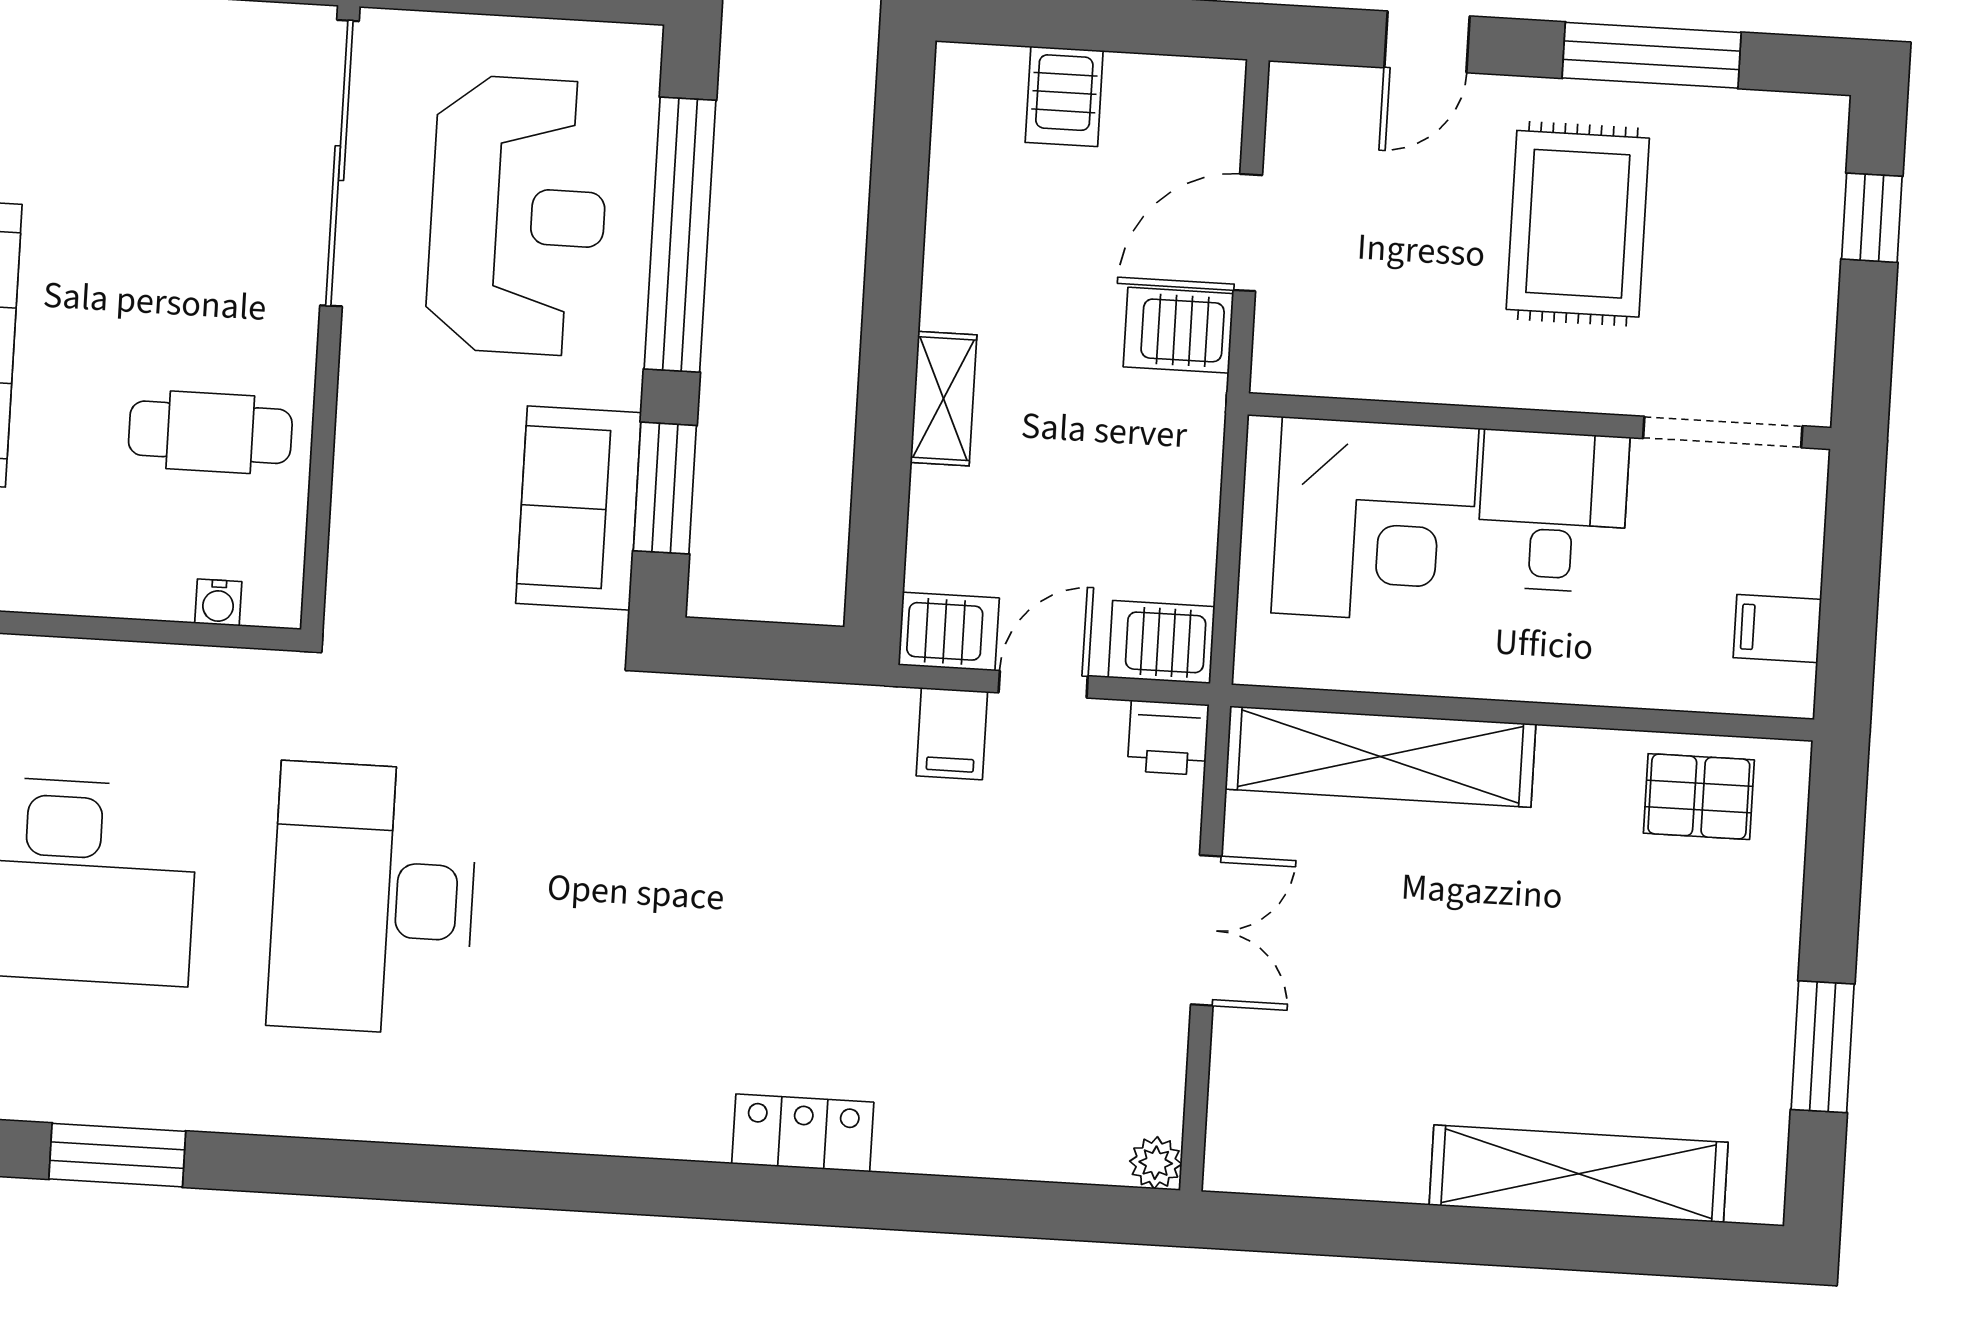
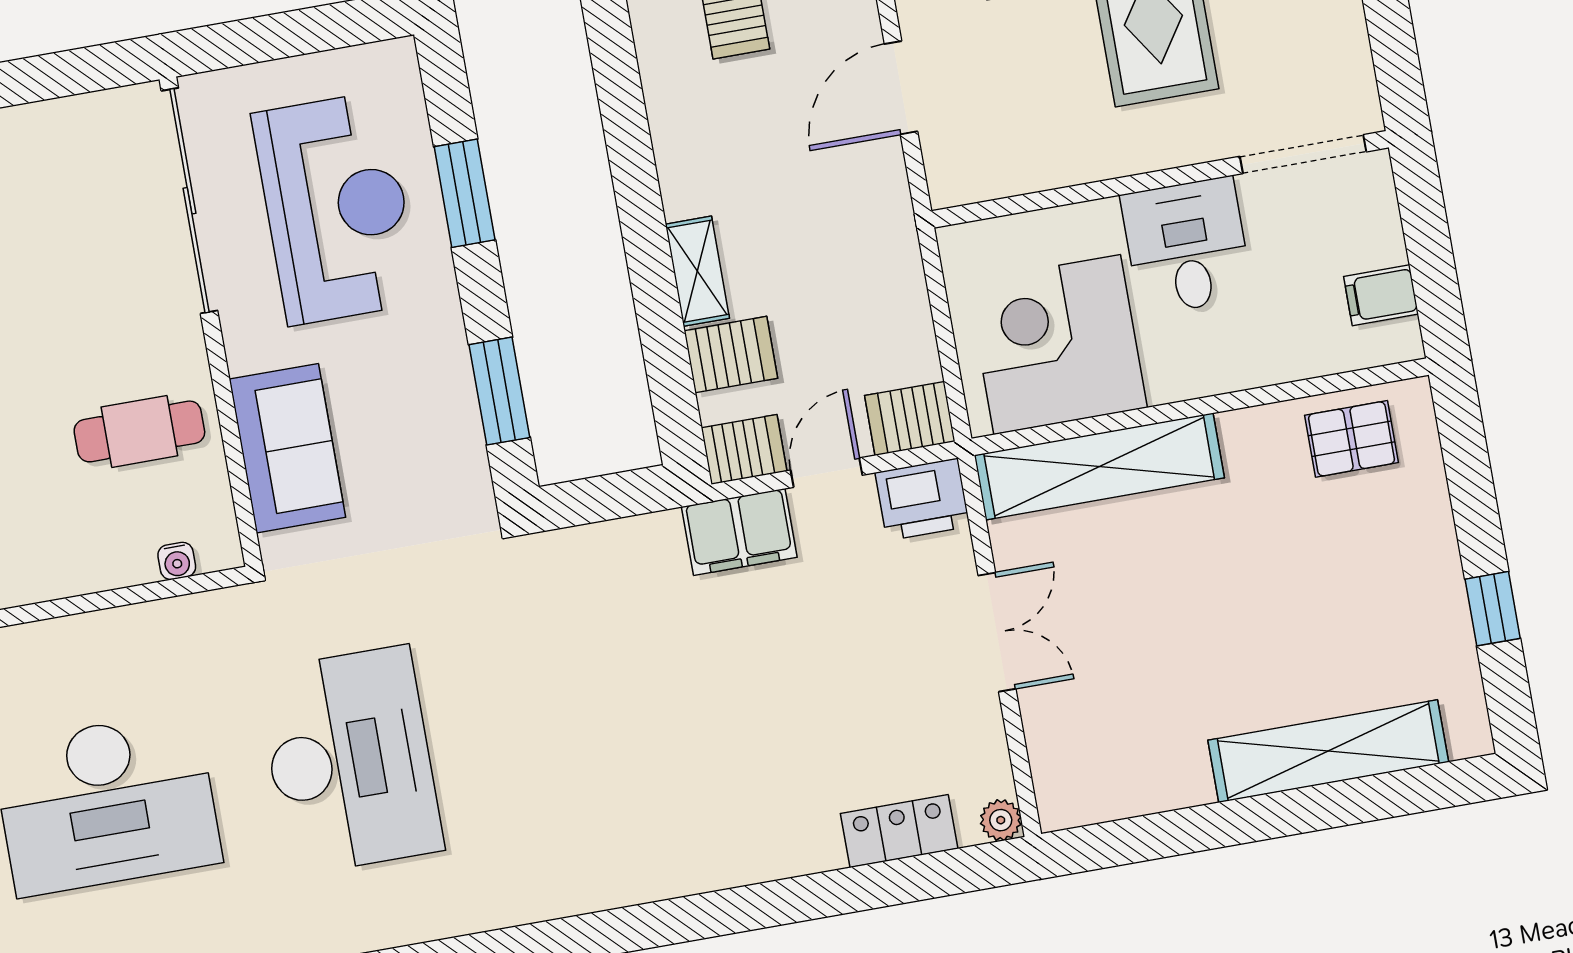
window: (680, 235) -> (465, 193), width x0.47
server rack: (1178, 330) -> (731, 355), moved, turned 180
sofa: (579, 508) -> (287, 448), moved, turned 180
corner desk: (1375, 520) -> (1057, 345), moved, turned 180
filing cabinet: (952, 734) -> (739, 532), width x2.00
printer: (1168, 738) -> (922, 499), width x1.36, depth x1.24
desk: (373, 899) -> (350, 760), turned 180
window: (1823, 1047) -> (1493, 609), width x0.67
locker: (803, 1133) -> (899, 831), moved

